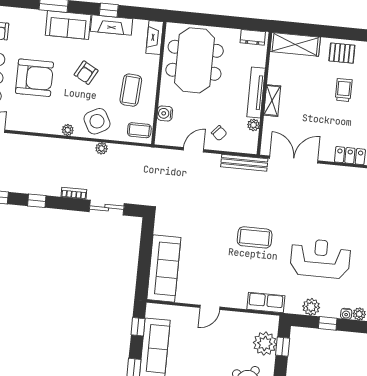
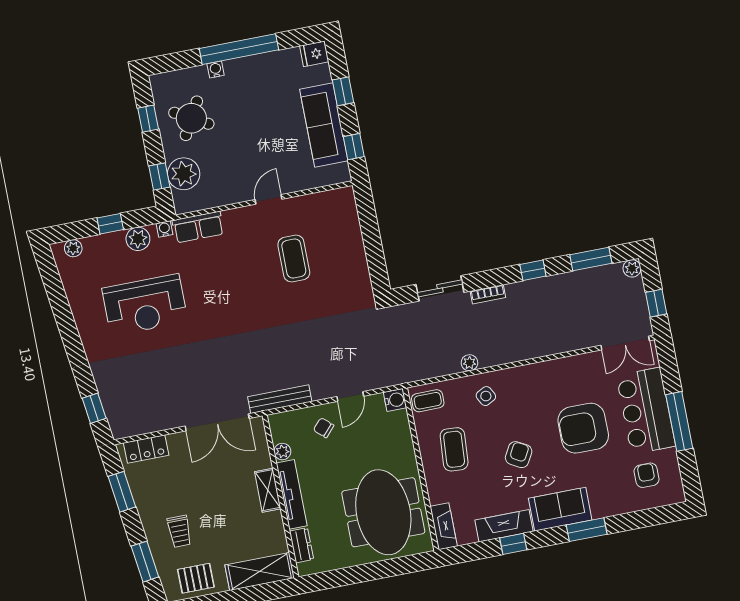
dresser: (253, 37) -> (301, 545), moved, turned 90
water cooler: (165, 113) -> (395, 400), moved
side table: (97, 121) -> (486, 396), width x0.54, depth x0.54
plant: (68, 130) -> (520, 373), removed
coffee table: (255, 237) -> (294, 258), moved, turned 90
sofa: (164, 268) -> (343, 232), removed
water cooler: (346, 314) -> (165, 229), moved

